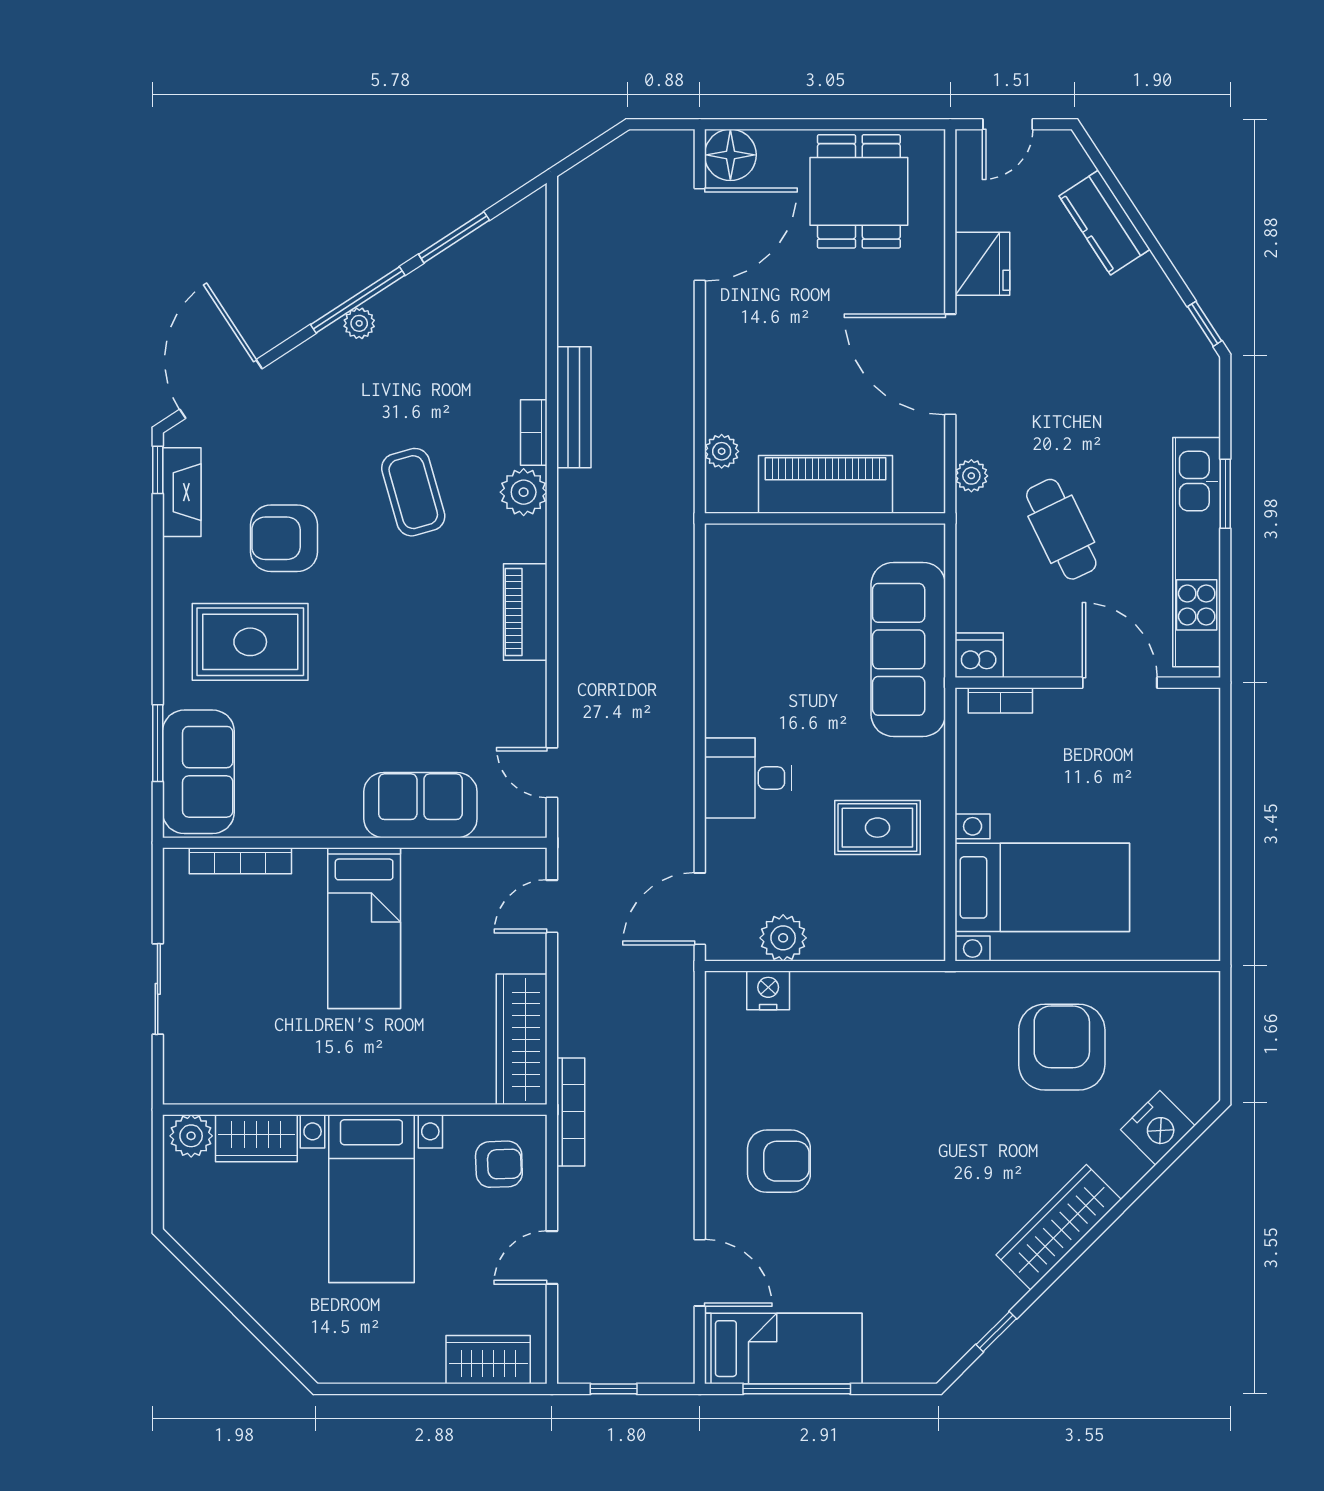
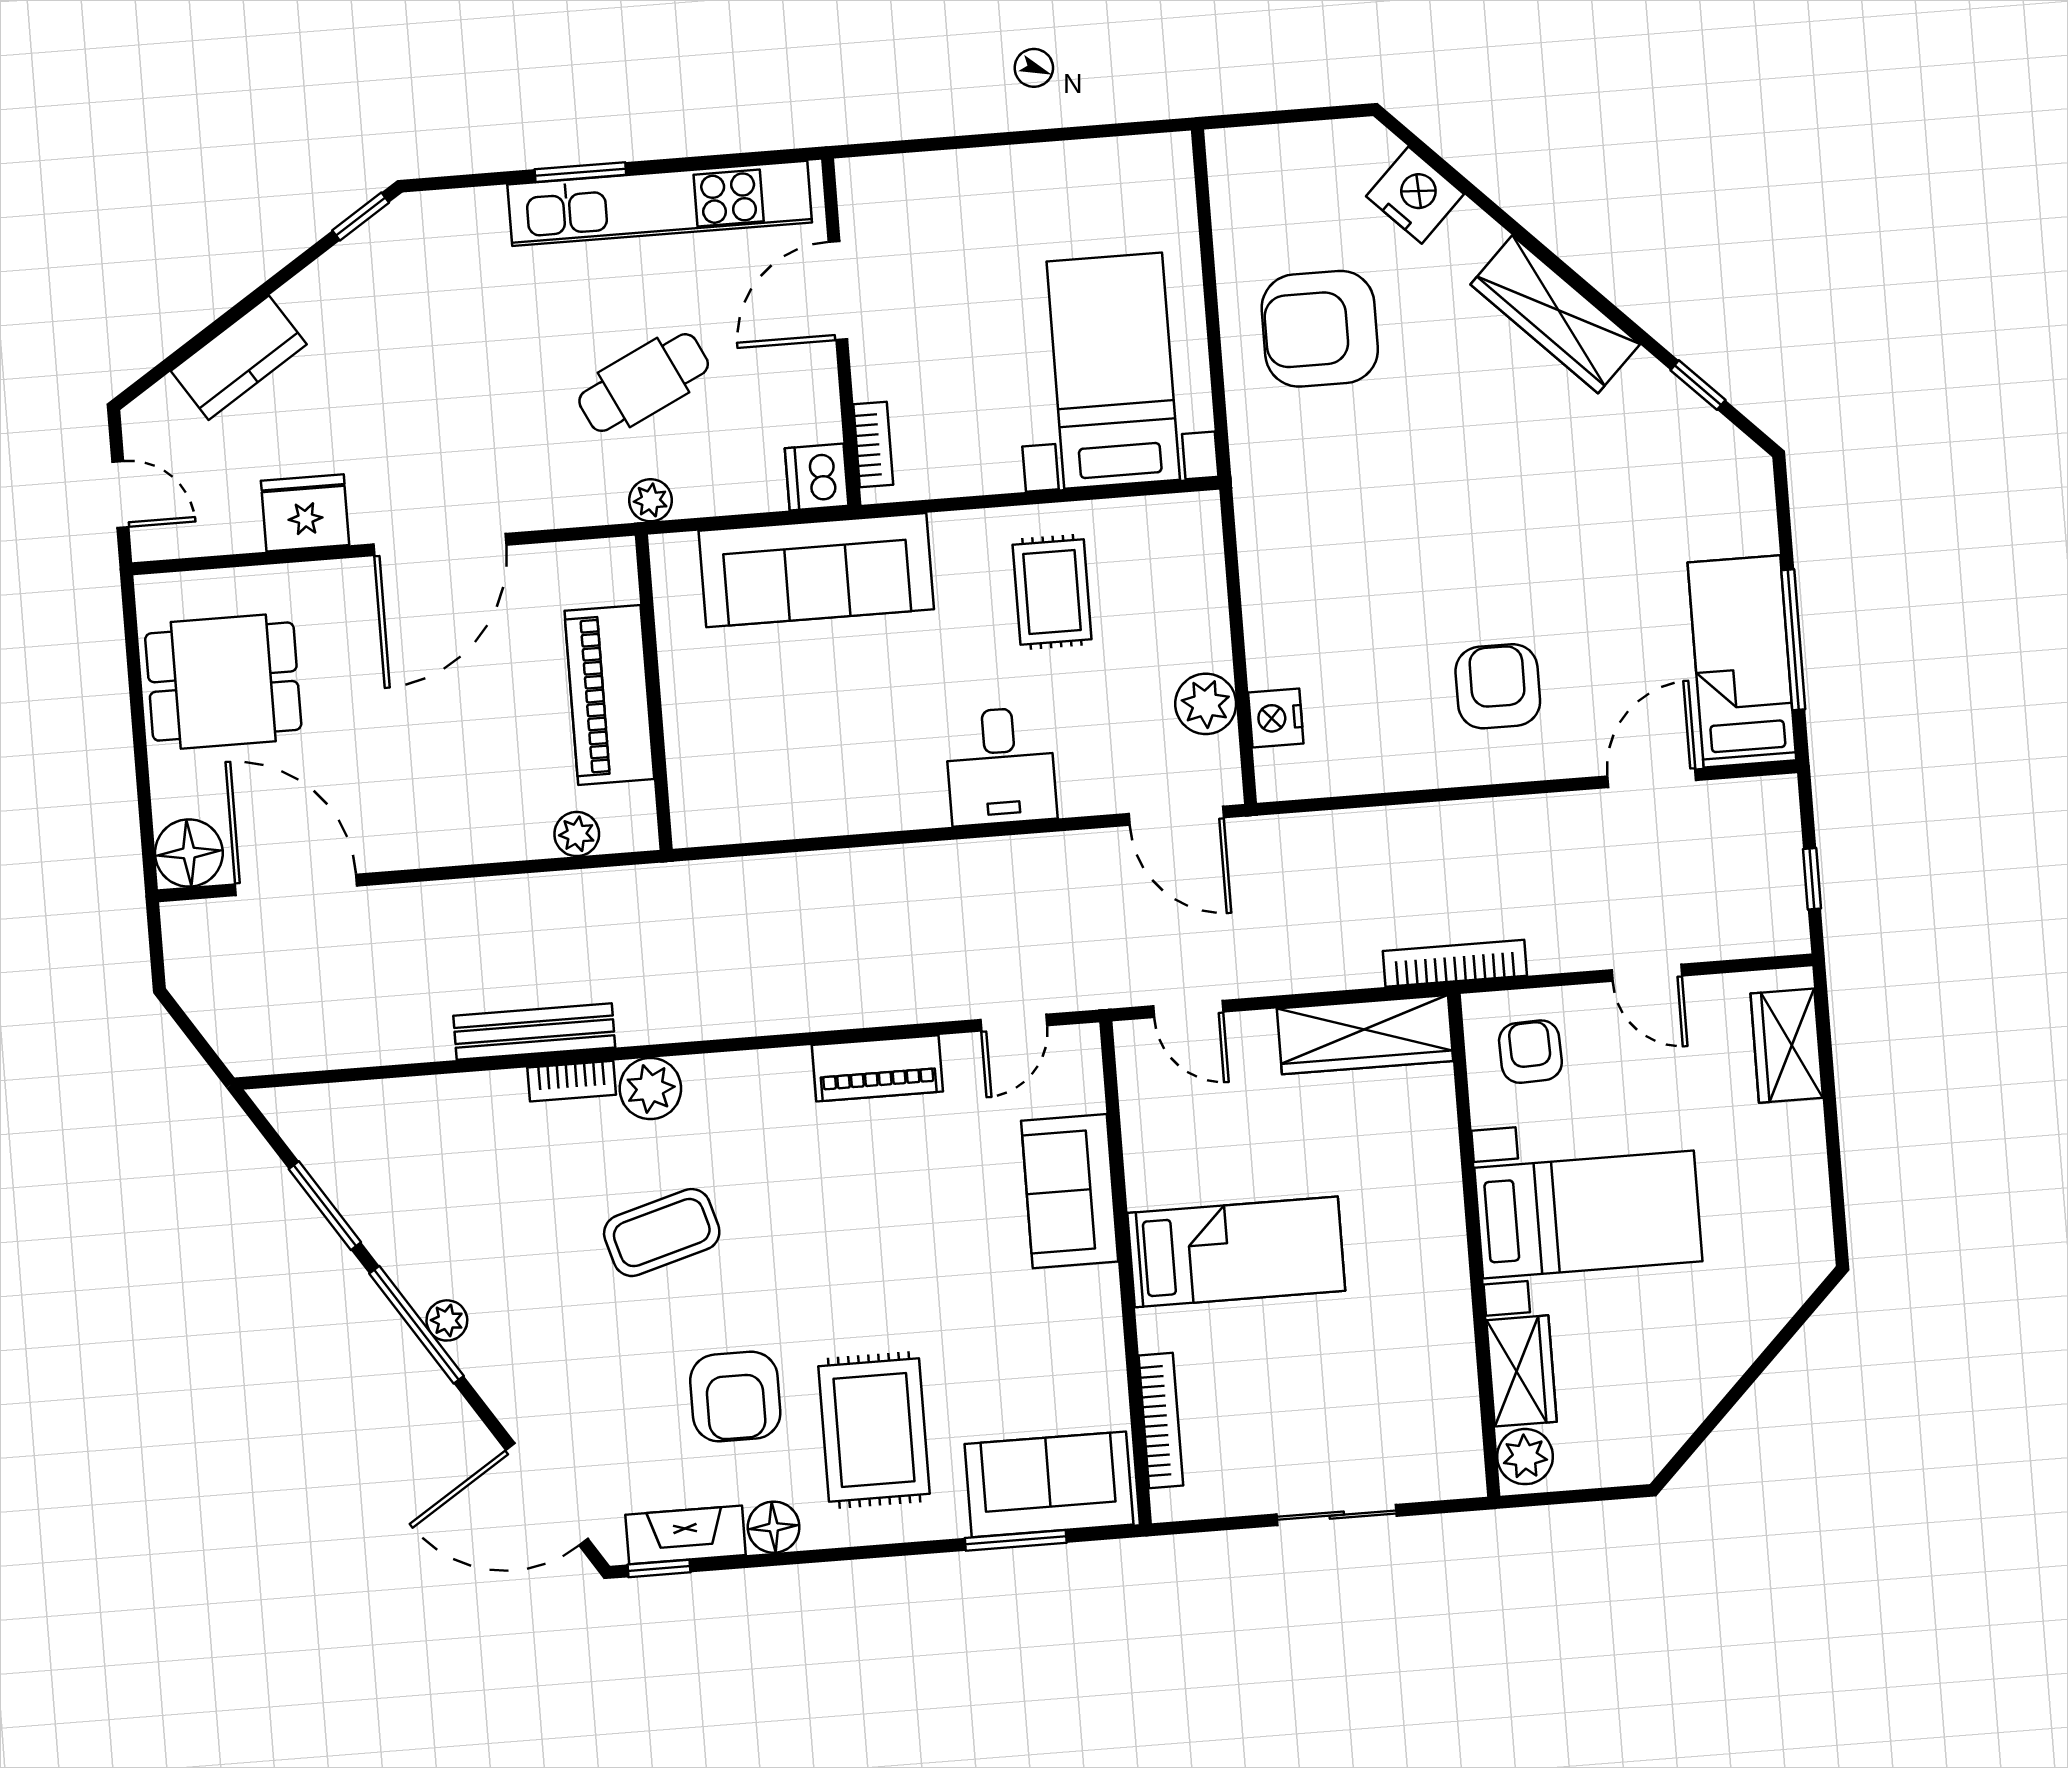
plant: (971, 476) -> (651, 500), moved
floor lamp: (182, 560) -> (774, 1527), added
piano: (525, 612) -> (877, 1068), moved

